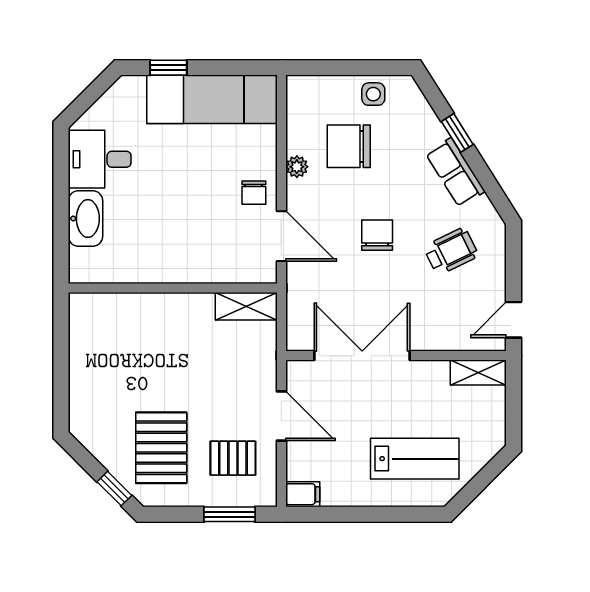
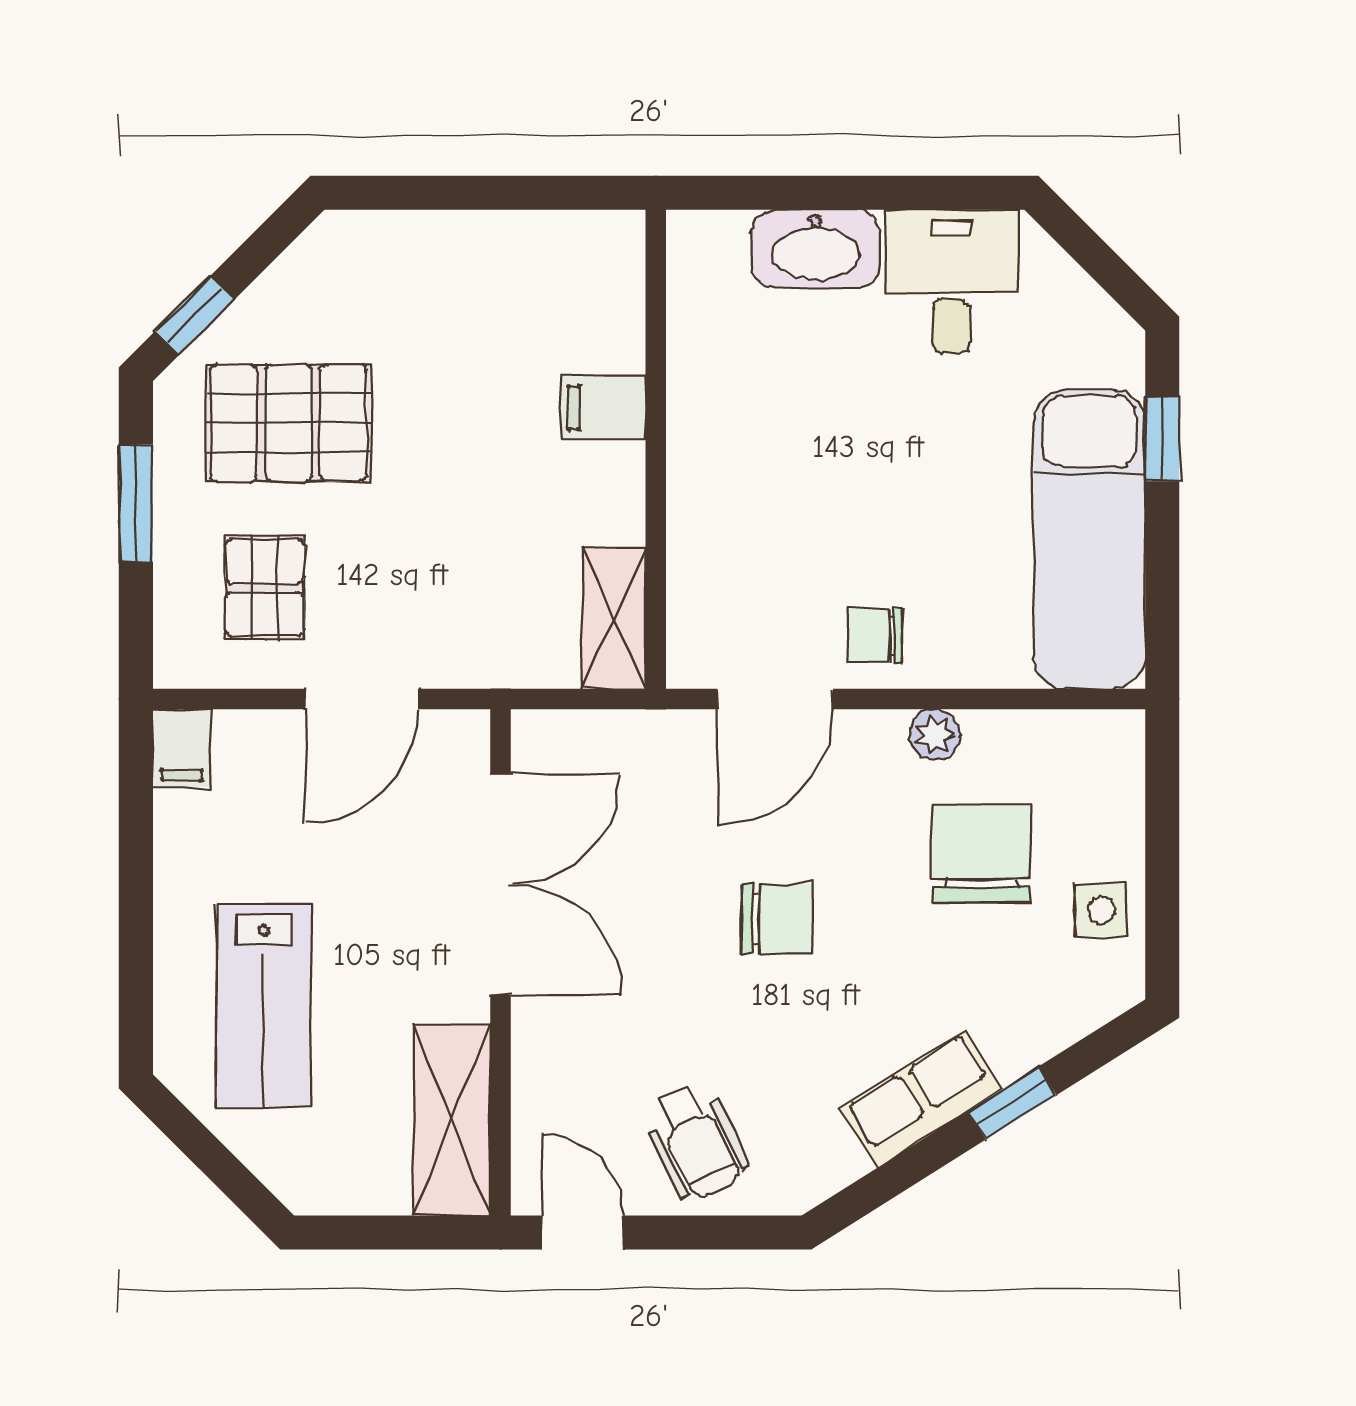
wheelchair: (451, 251) -> (696, 1142), moved
filing cabinet: (155, 311) -> (603, 408), added
shelving: (478, 373) -> (452, 1120), width x1.50, depth x1.33
window: (230, 514) -> (136, 503), moved

